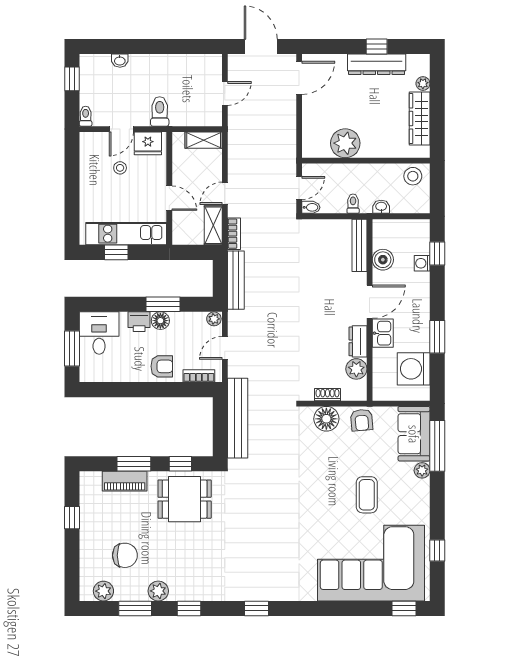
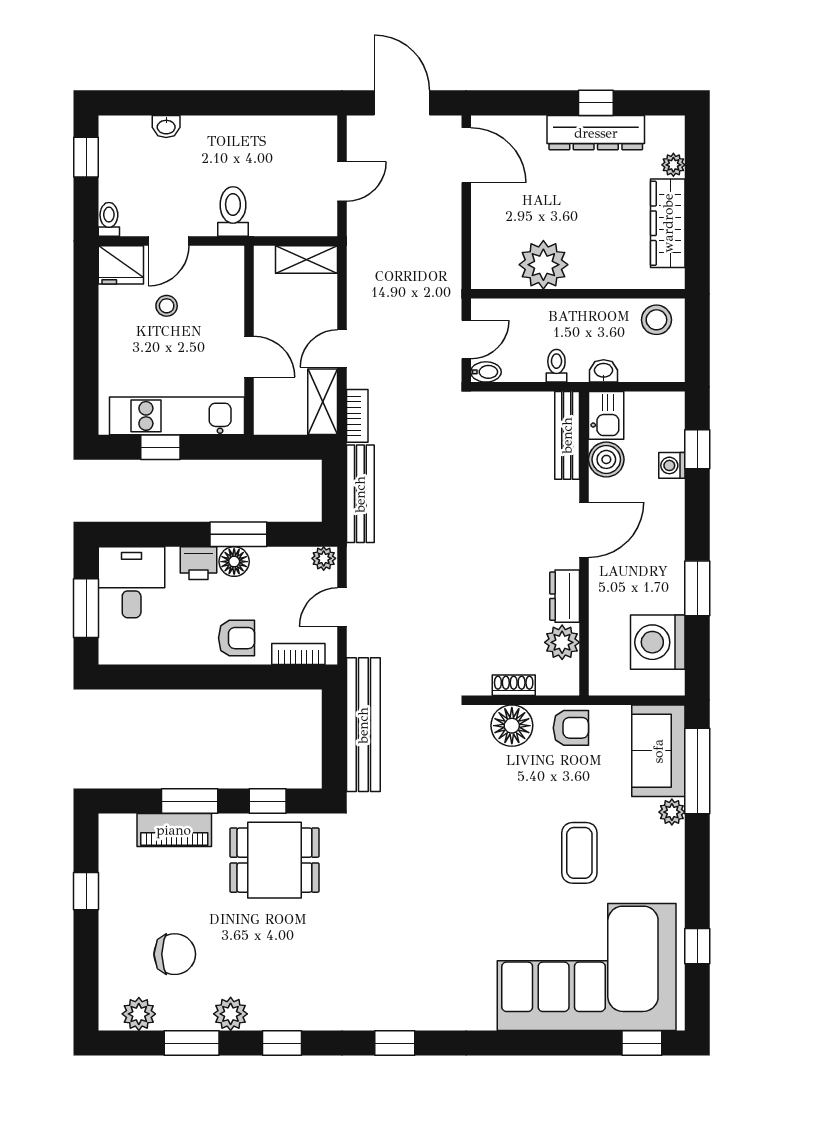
door: (299, 78) -> (466, 155), hinge flipped
fridge: (148, 143) -> (121, 265), moved
kitchen sink: (383, 333) -> (606, 415), moved
armchair: (362, 420) -> (571, 728), turned -85

